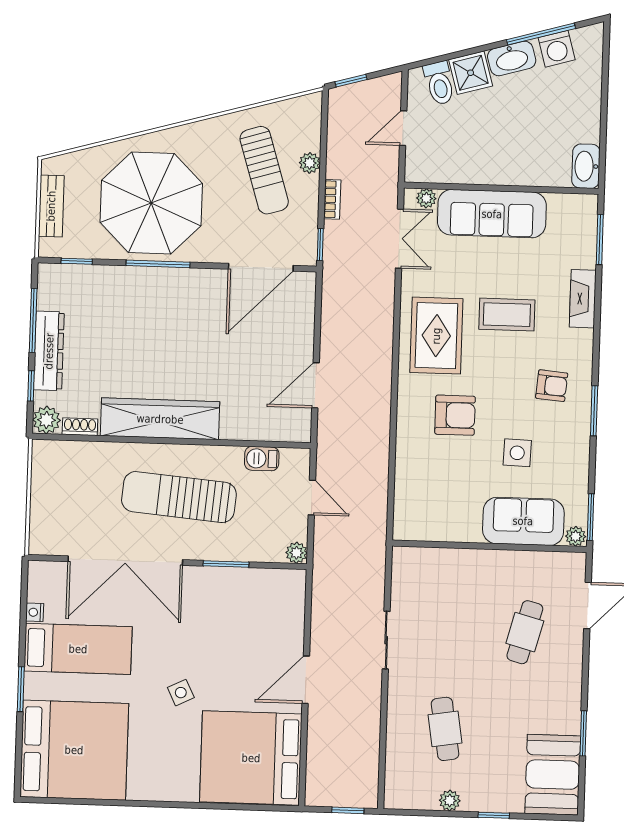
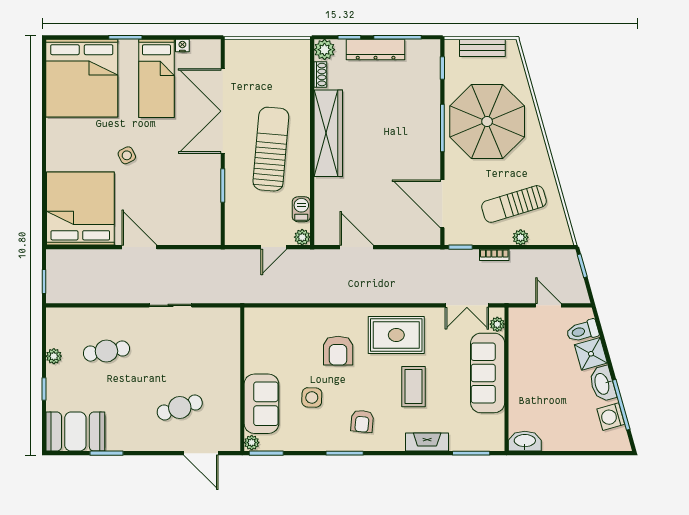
plant: (297, 553) -> (302, 237), moved
cafe table: (525, 632) -> (180, 408), turned -33

